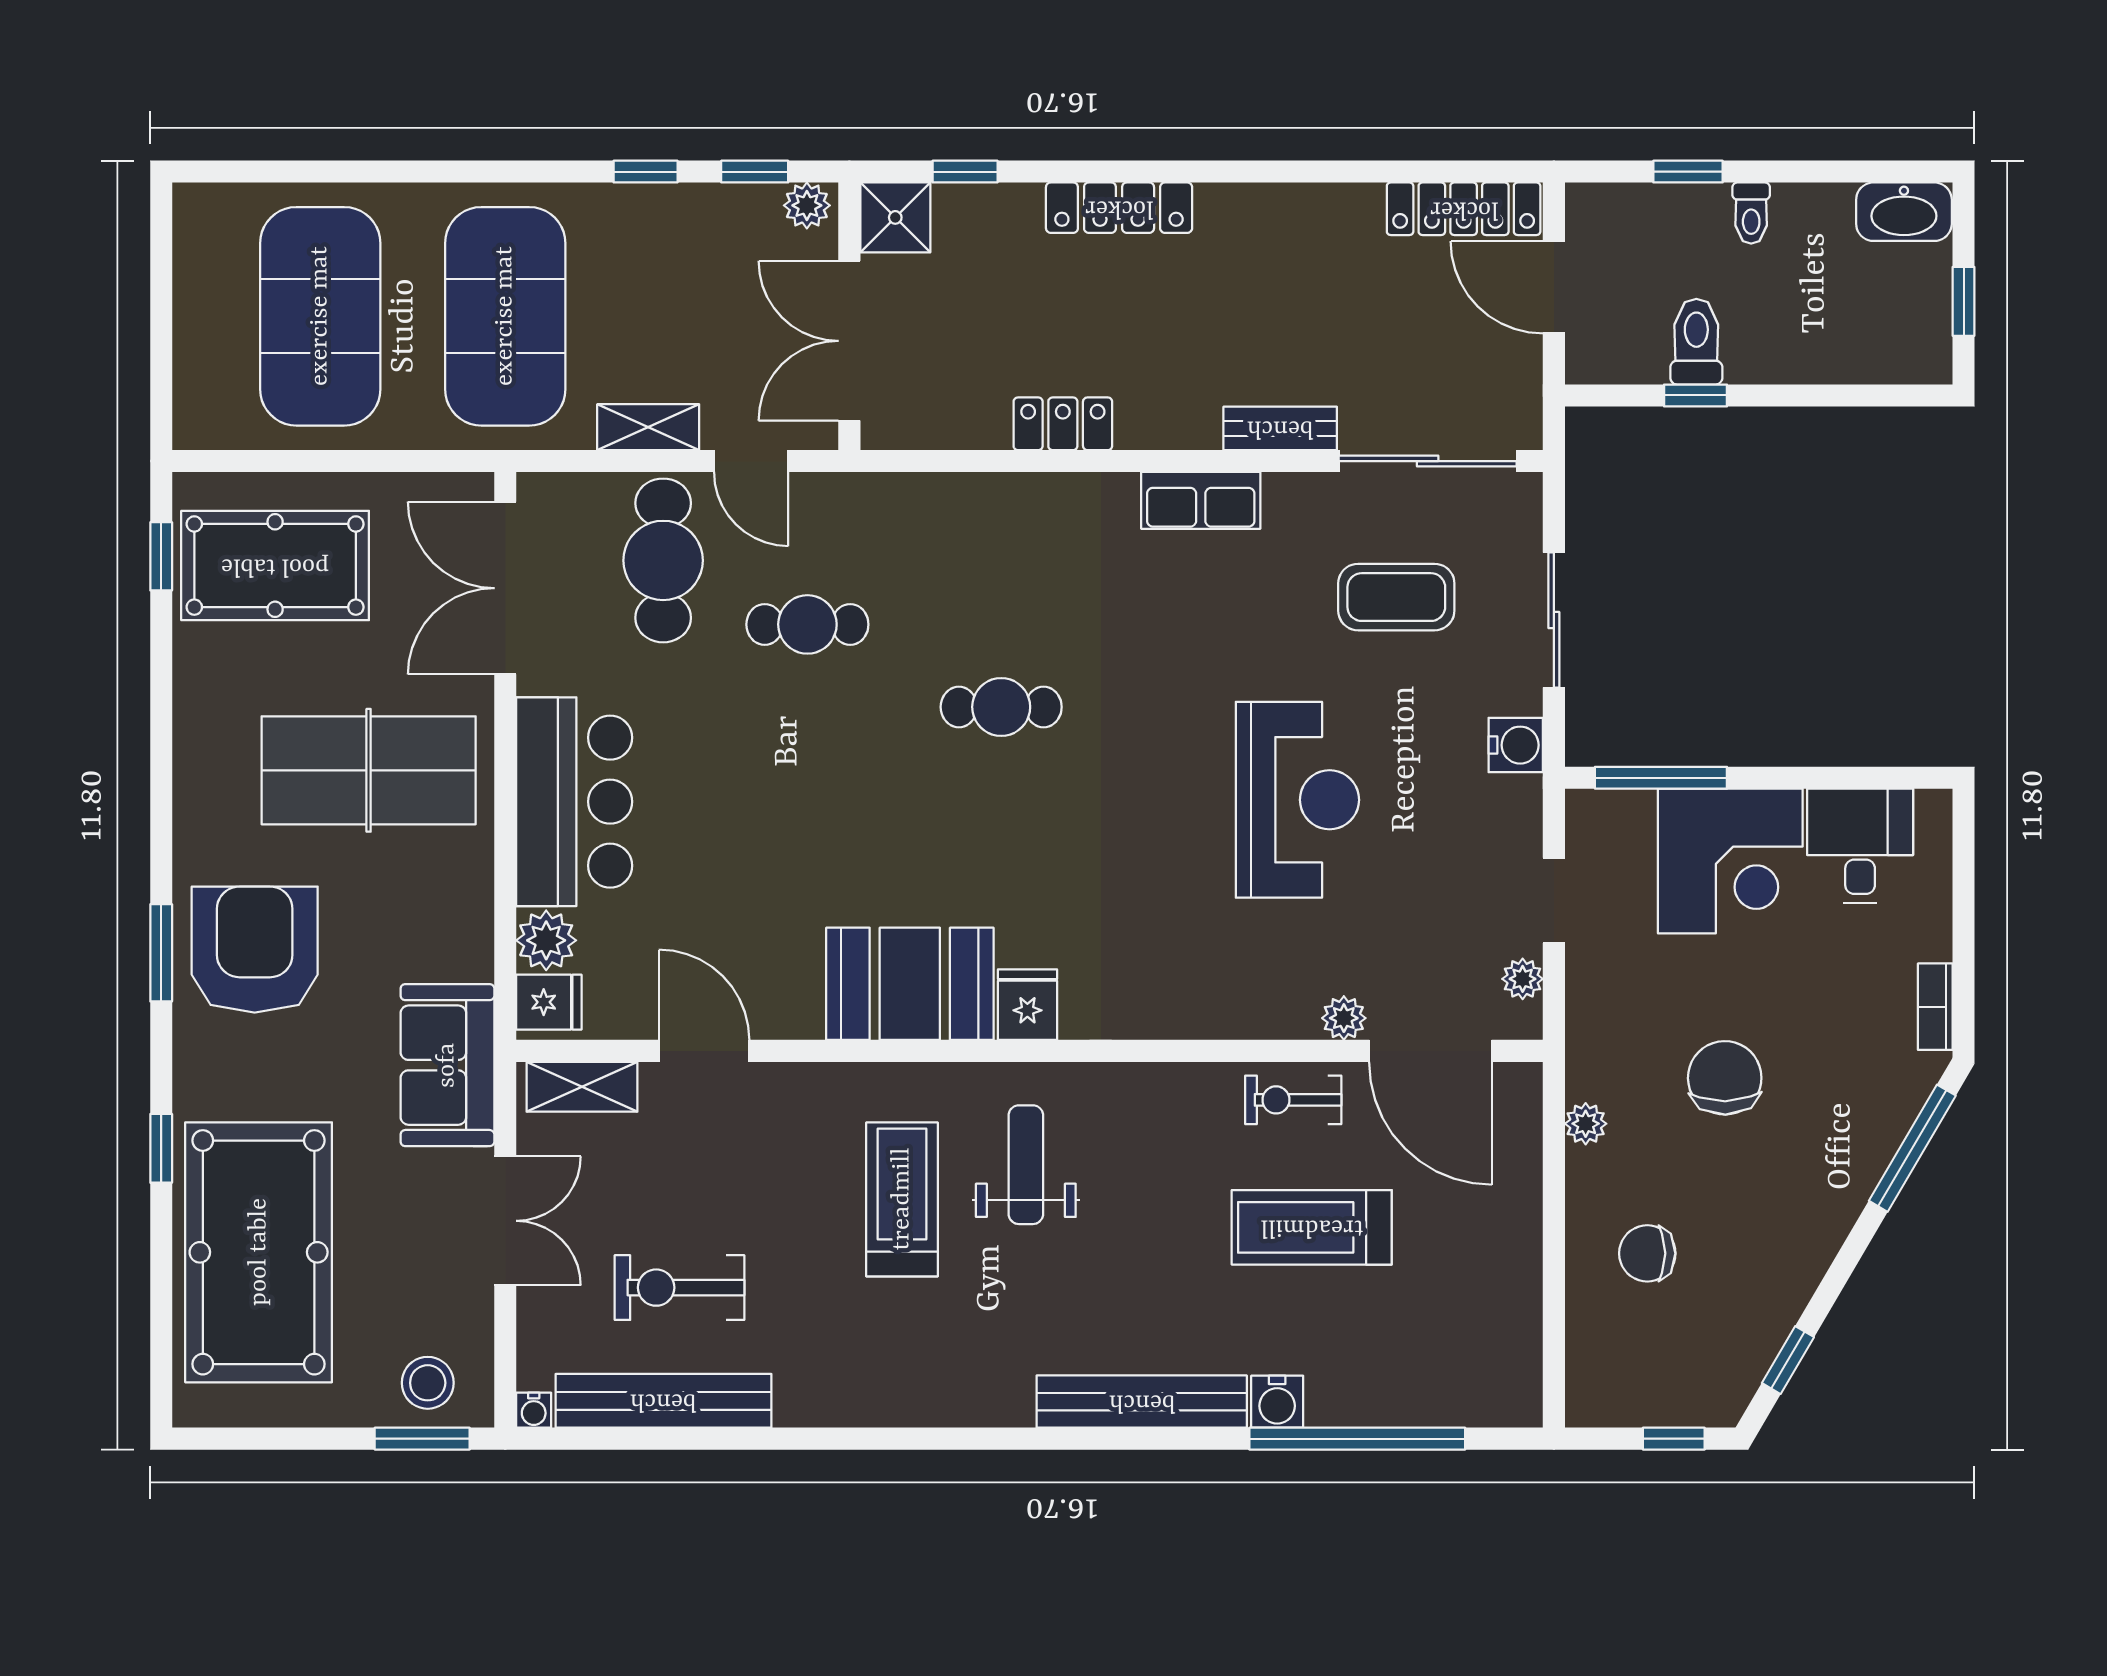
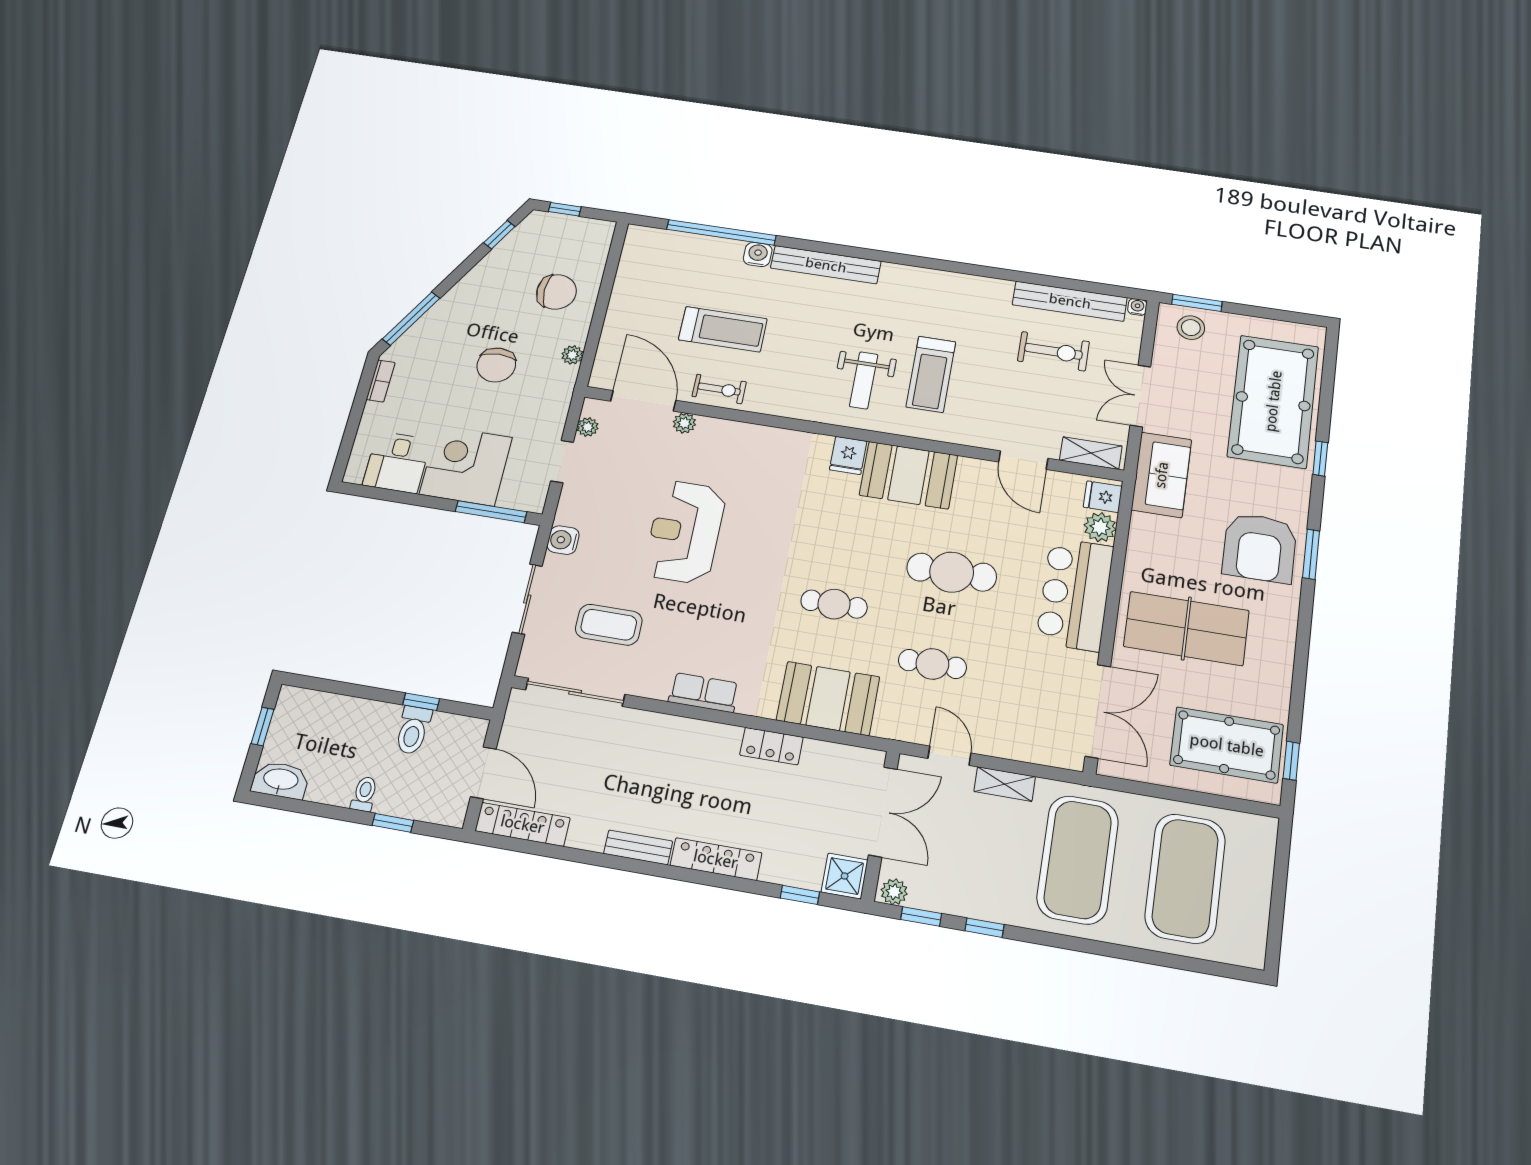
bench: (1280, 428) -> (638, 847), moved
booth: (980, 528) -> (828, 698), added
cafe table: (663, 560) -> (952, 572), moved, turned 90
chair: (1647, 1253) -> (556, 292), width x1.37, depth x1.37

